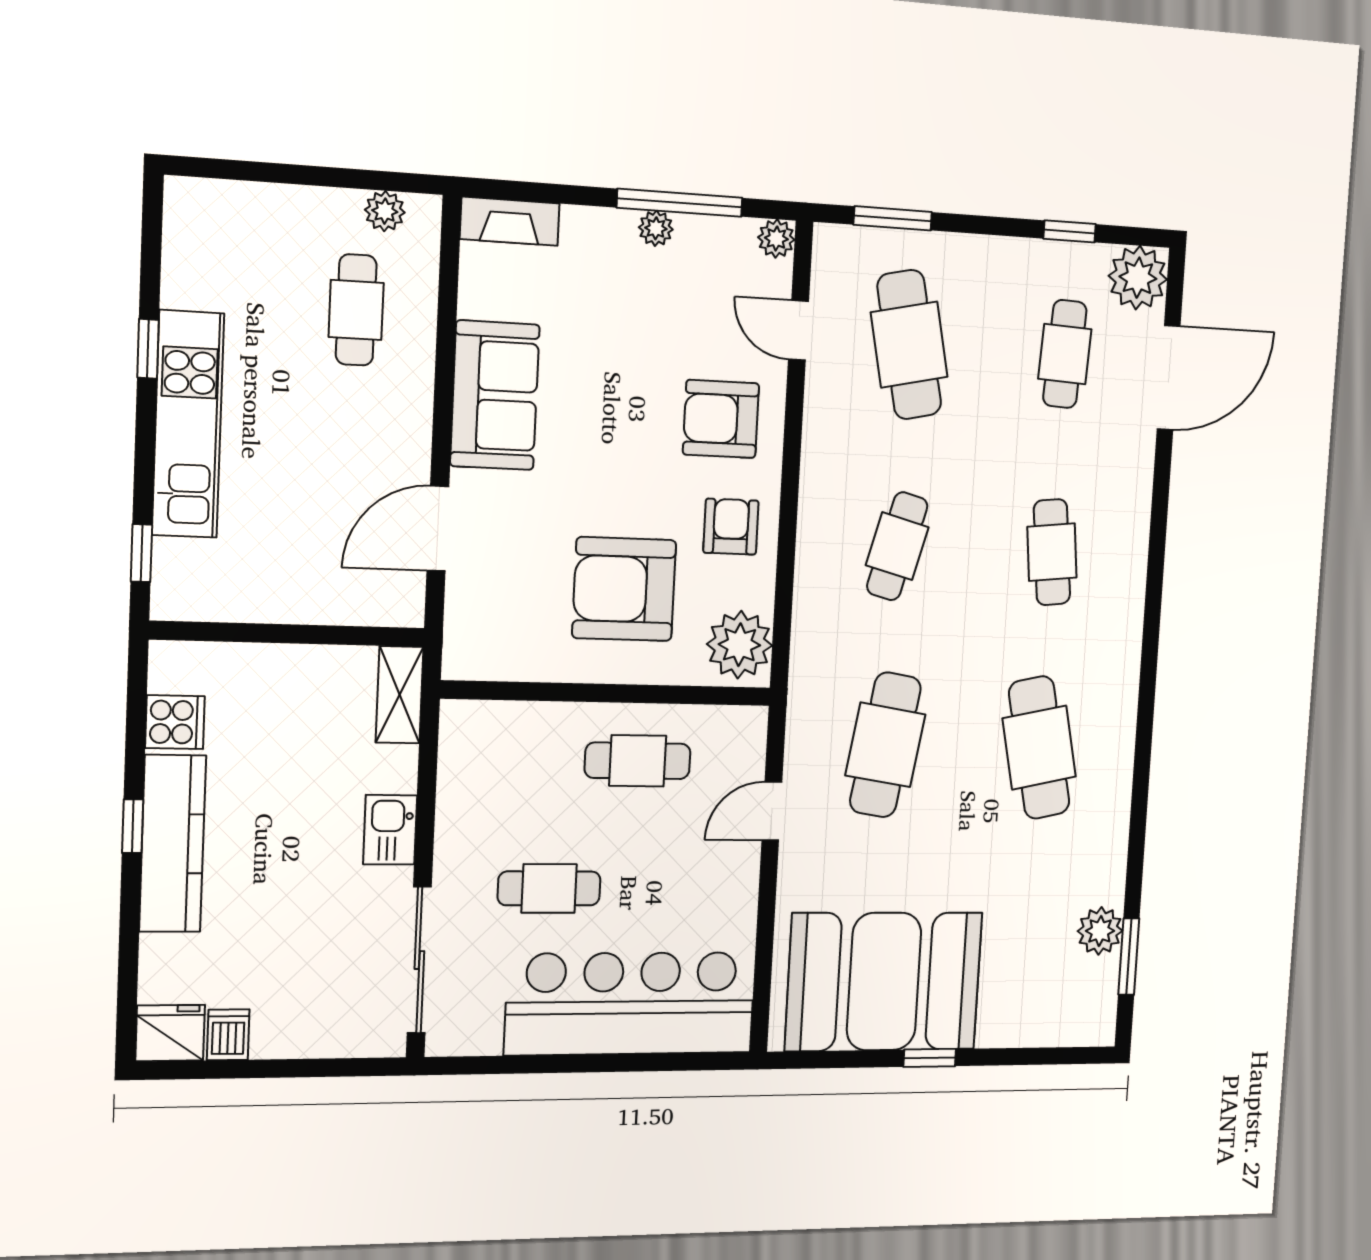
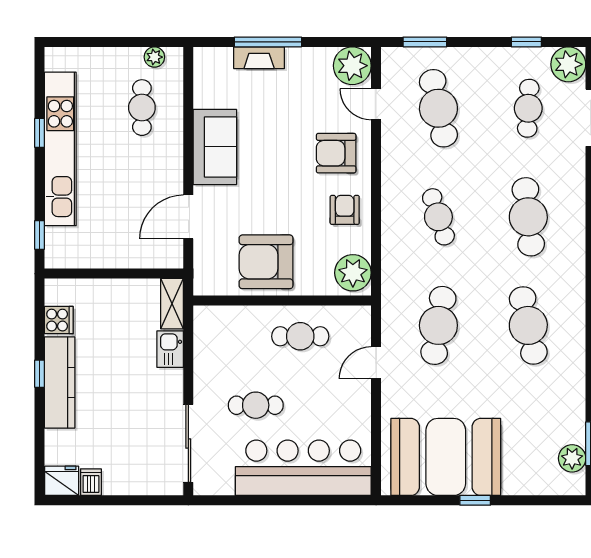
window: (680, 203) -> (268, 42), moved
fireplace: (510, 221) -> (259, 58), moved
plant: (656, 228) -> (296, 56), removed
plant: (776, 239) -> (352, 66), width x1.88, depth x1.88
kitchen unit: (188, 424) -> (60, 149), width x1.36
cafe table: (897, 546) -> (438, 217), turned -33
cafe table: (1052, 552) -> (528, 217), width x1.37, depth x1.35
armchair: (624, 589) -> (266, 262), moved
kitchen sink: (390, 830) -> (170, 349), moved
plant: (1100, 931) -> (572, 458), moved

